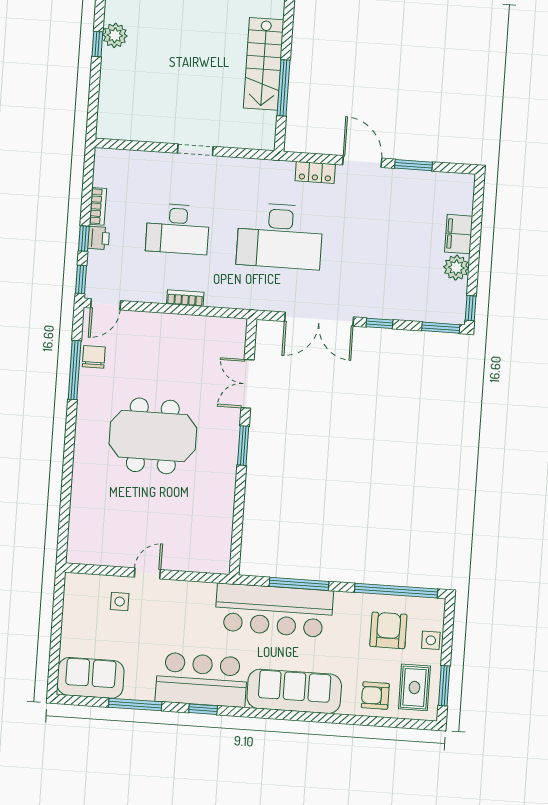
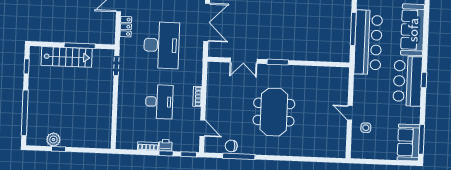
doorway: (195, 150) -> (116, 66), moved
door: (106, 304) -> (202, 128), moved
window: (135, 704) -> (422, 139), moved

